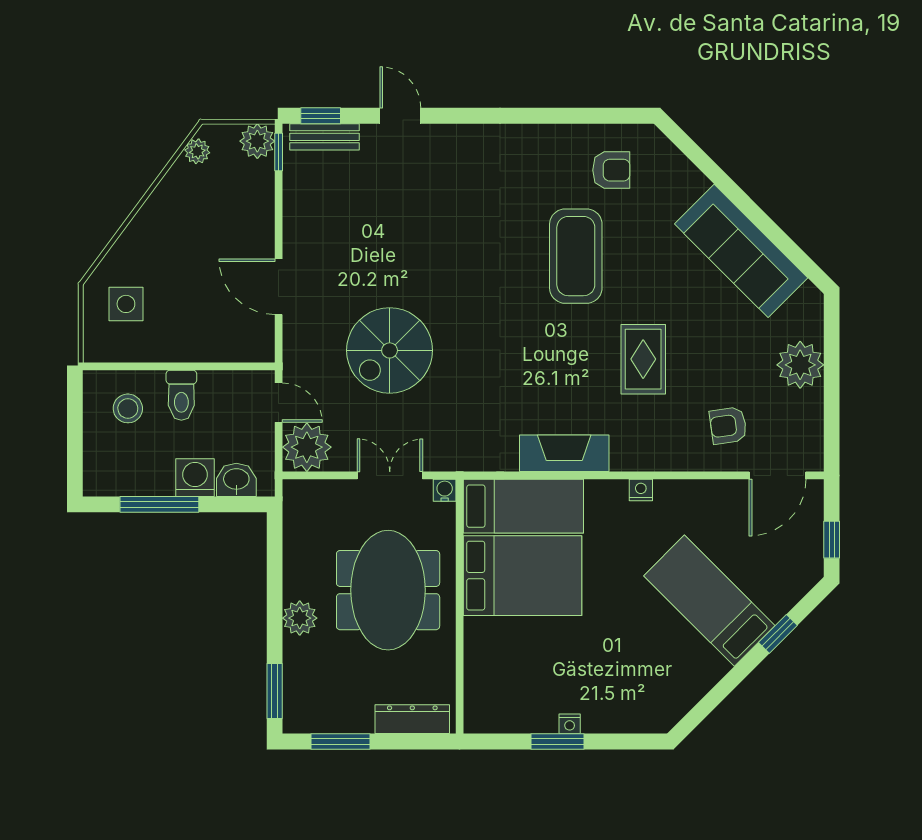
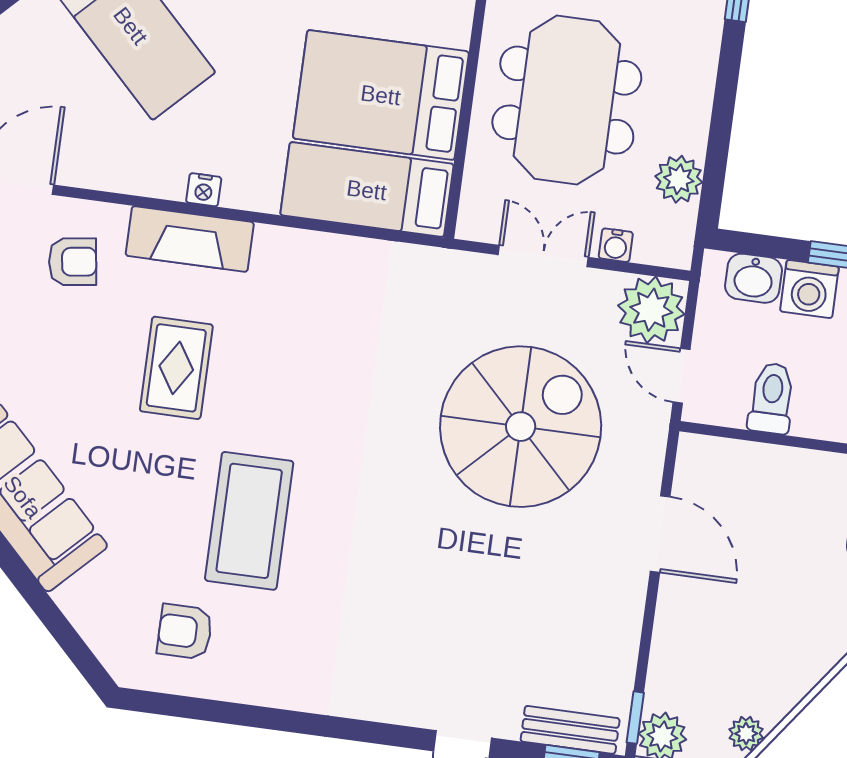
spiral stairs: (390, 350) -> (521, 427), width x1.37, depth x1.37
toilet: (181, 395) -> (772, 398), moved
fireplace: (564, 453) -> (190, 239), moved
double door: (390, 475) -> (543, 256), swing flipped
water cooler: (445, 490) -> (616, 245), moved
plant: (300, 618) -> (679, 179), moved

